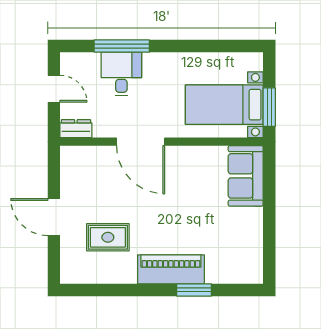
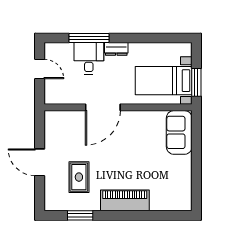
dresser: (76, 129) -> (116, 49), moved, turned 180
door: (141, 142) -> (103, 107), hinge flipped
rug: (108, 237) -> (79, 177), turned 90
window: (194, 290) -> (80, 215), moved

